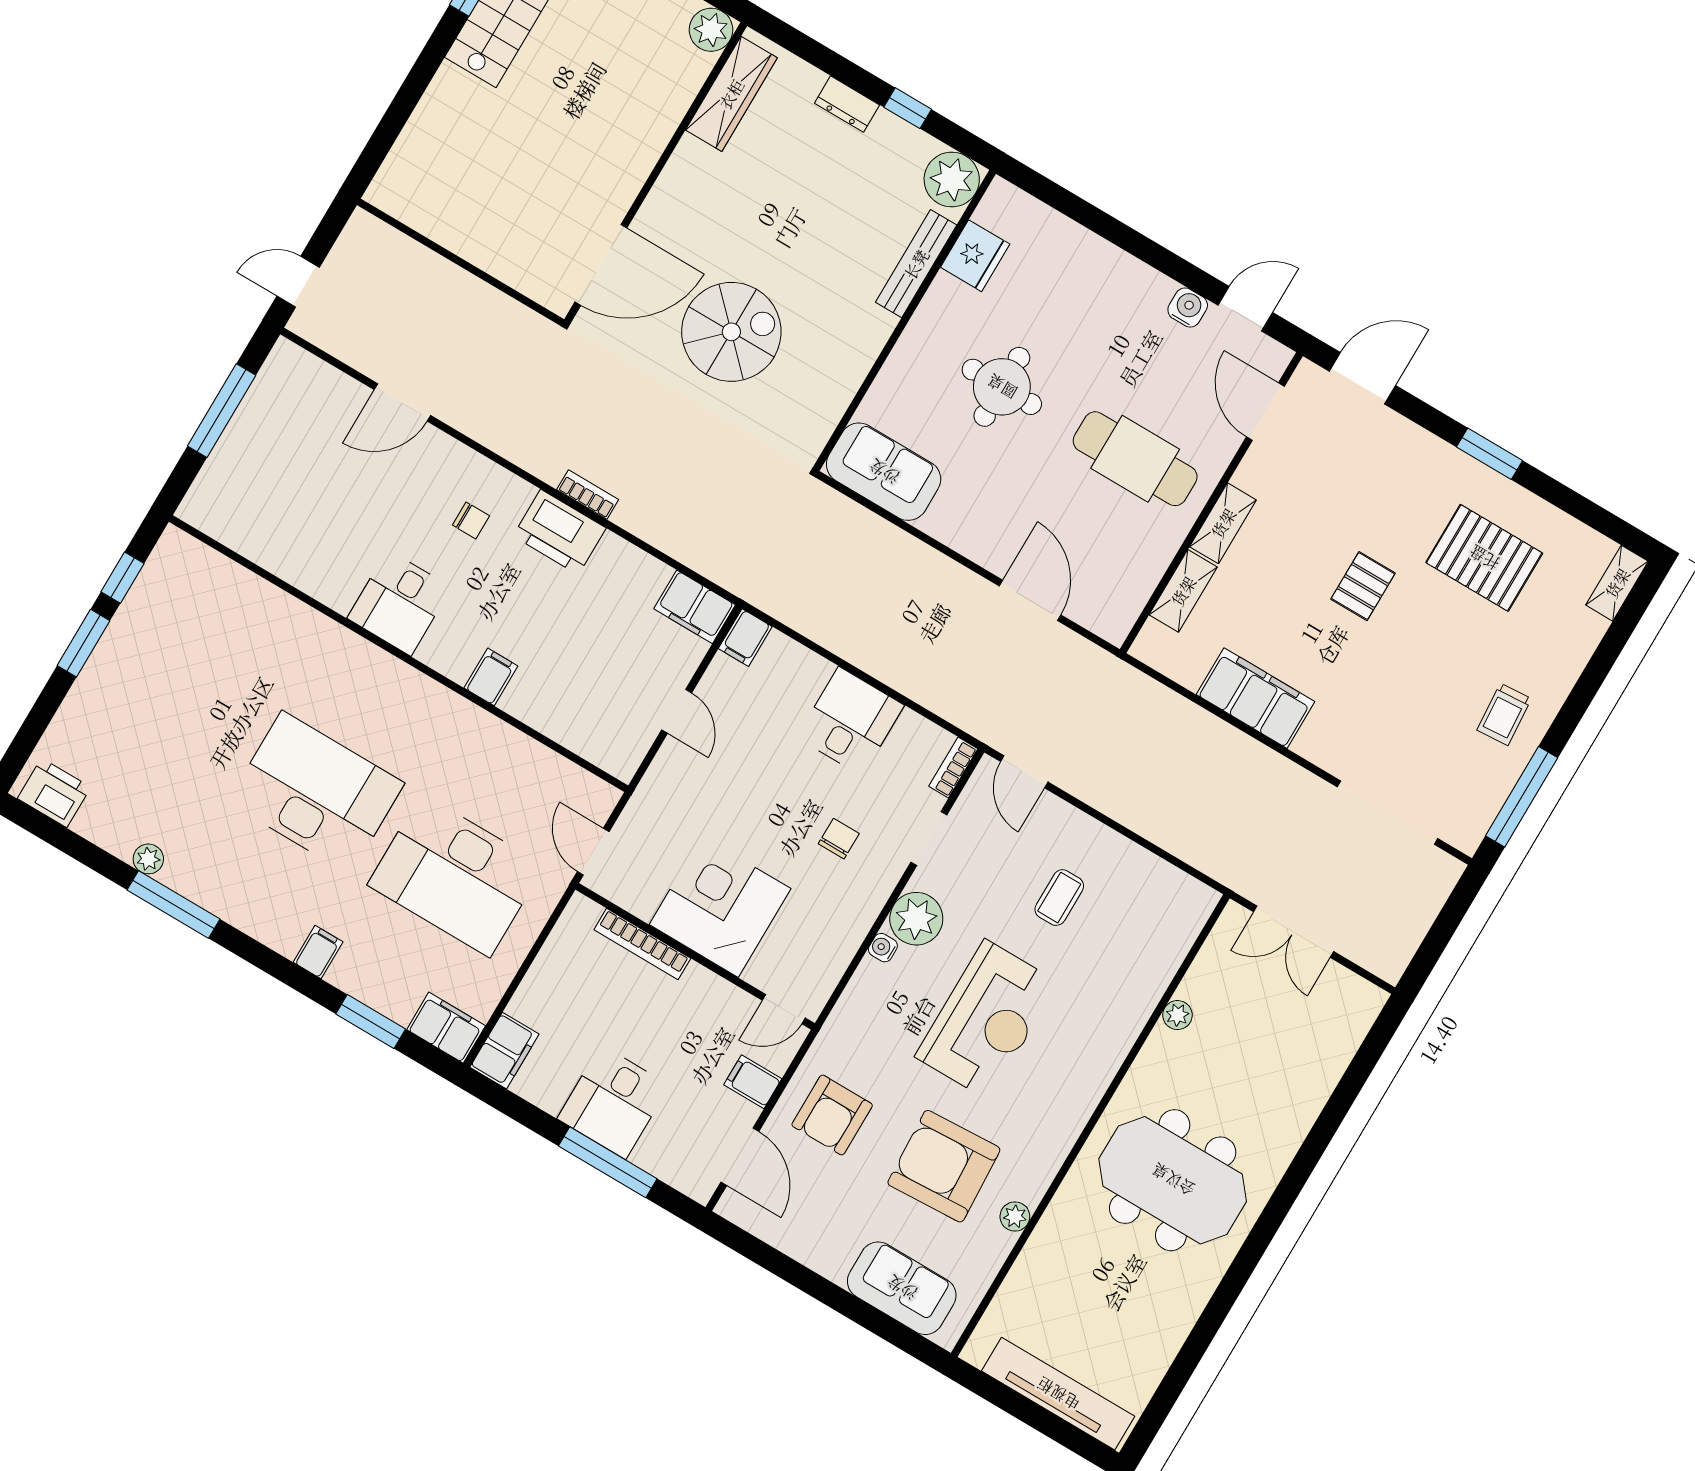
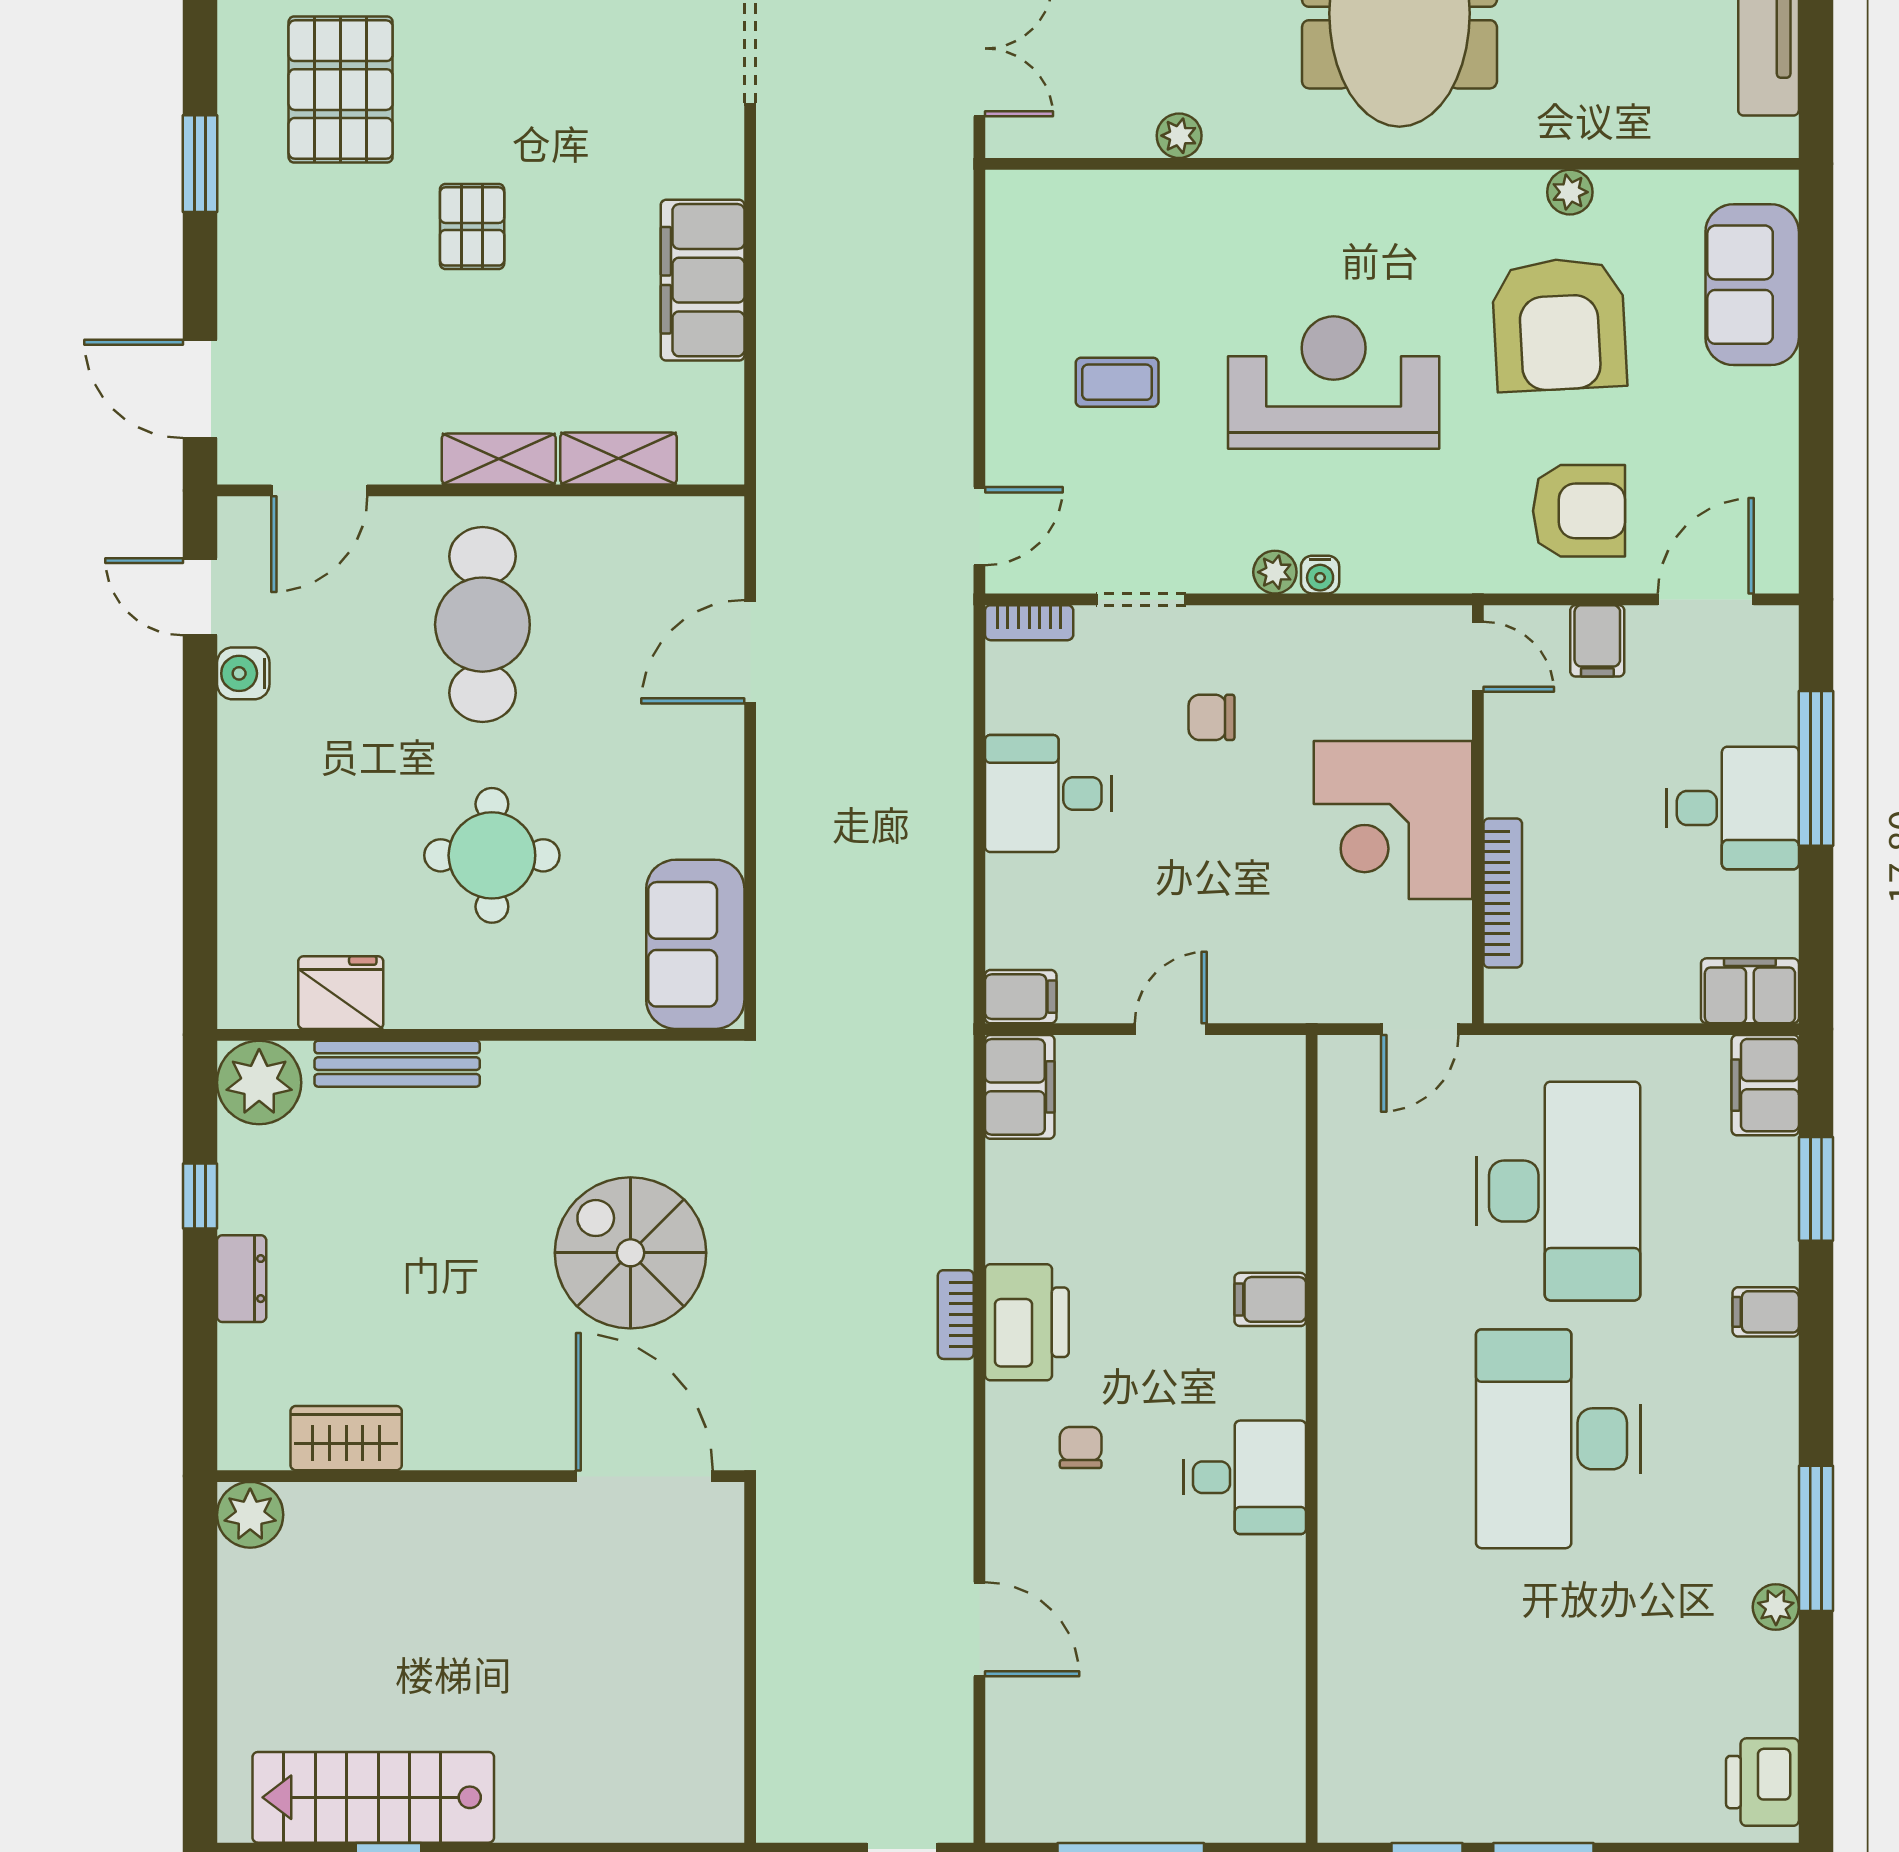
wardrobe: (731, 94) -> (346, 1438), width x0.67
pallet: (1363, 586) -> (472, 226), turned 90
plant: (916, 919) -> (1275, 572), width x0.53, depth x0.53

